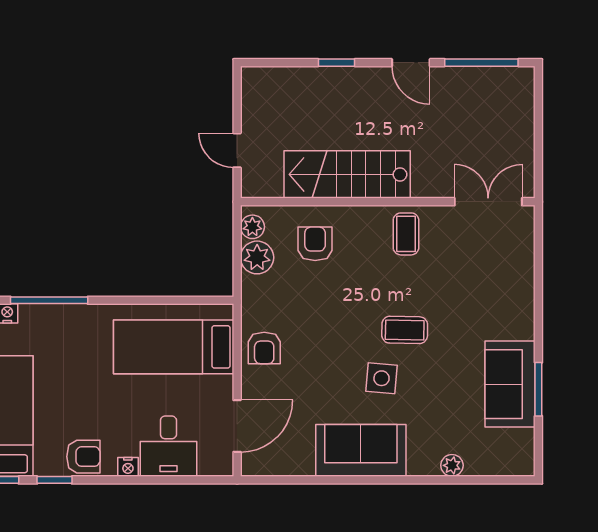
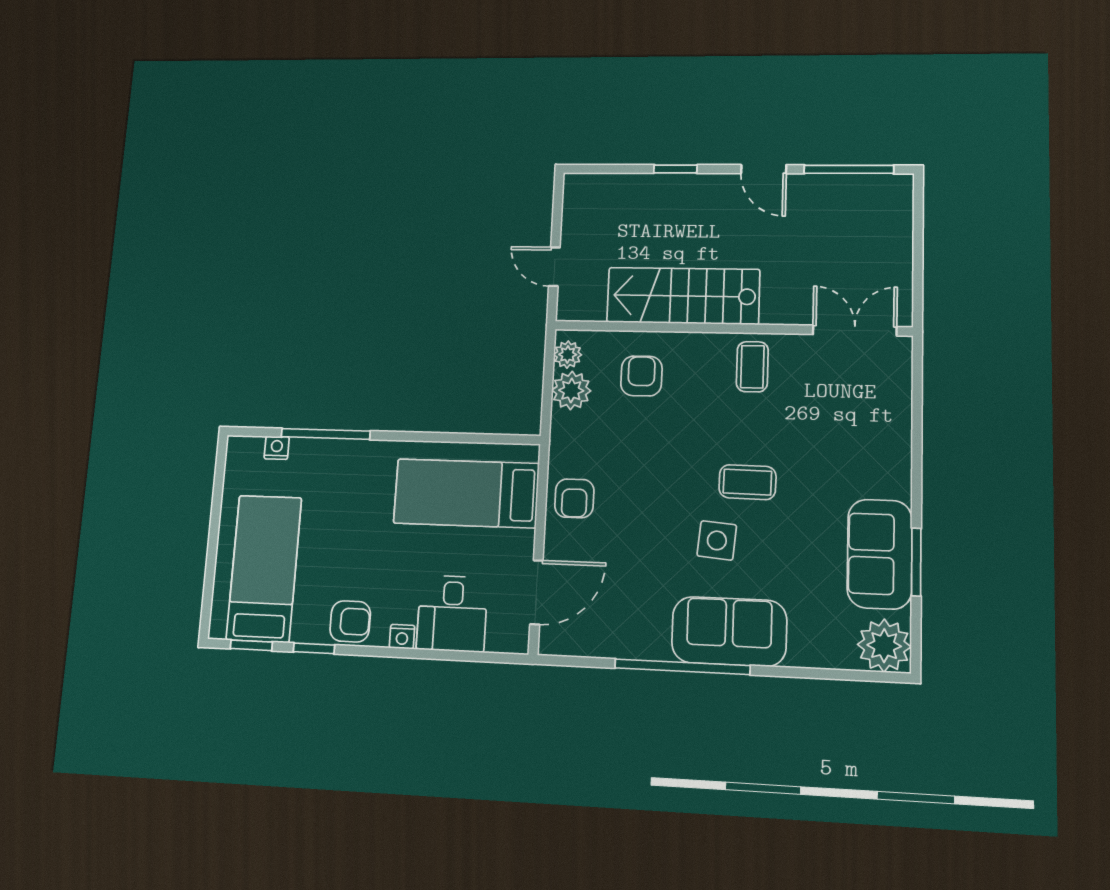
sofa: (361, 450) -> (729, 631), moved
plant: (452, 465) -> (884, 646), moved, width x1.88, depth x1.88
window: (357, 480) -> (682, 667), added

